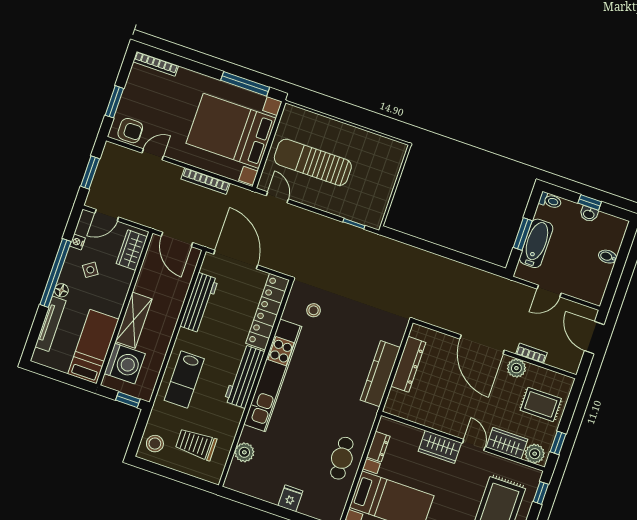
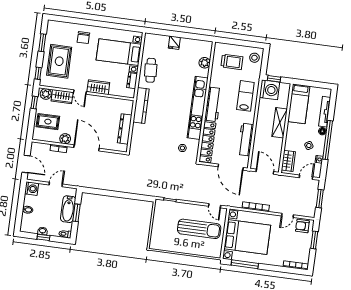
washing machine: (593, 292) -> (32, 189), added
washing machine: (125, 364) -> (270, 90), moved, turned 180
kitchen counter: (380, 374) -> (141, 106), moved

